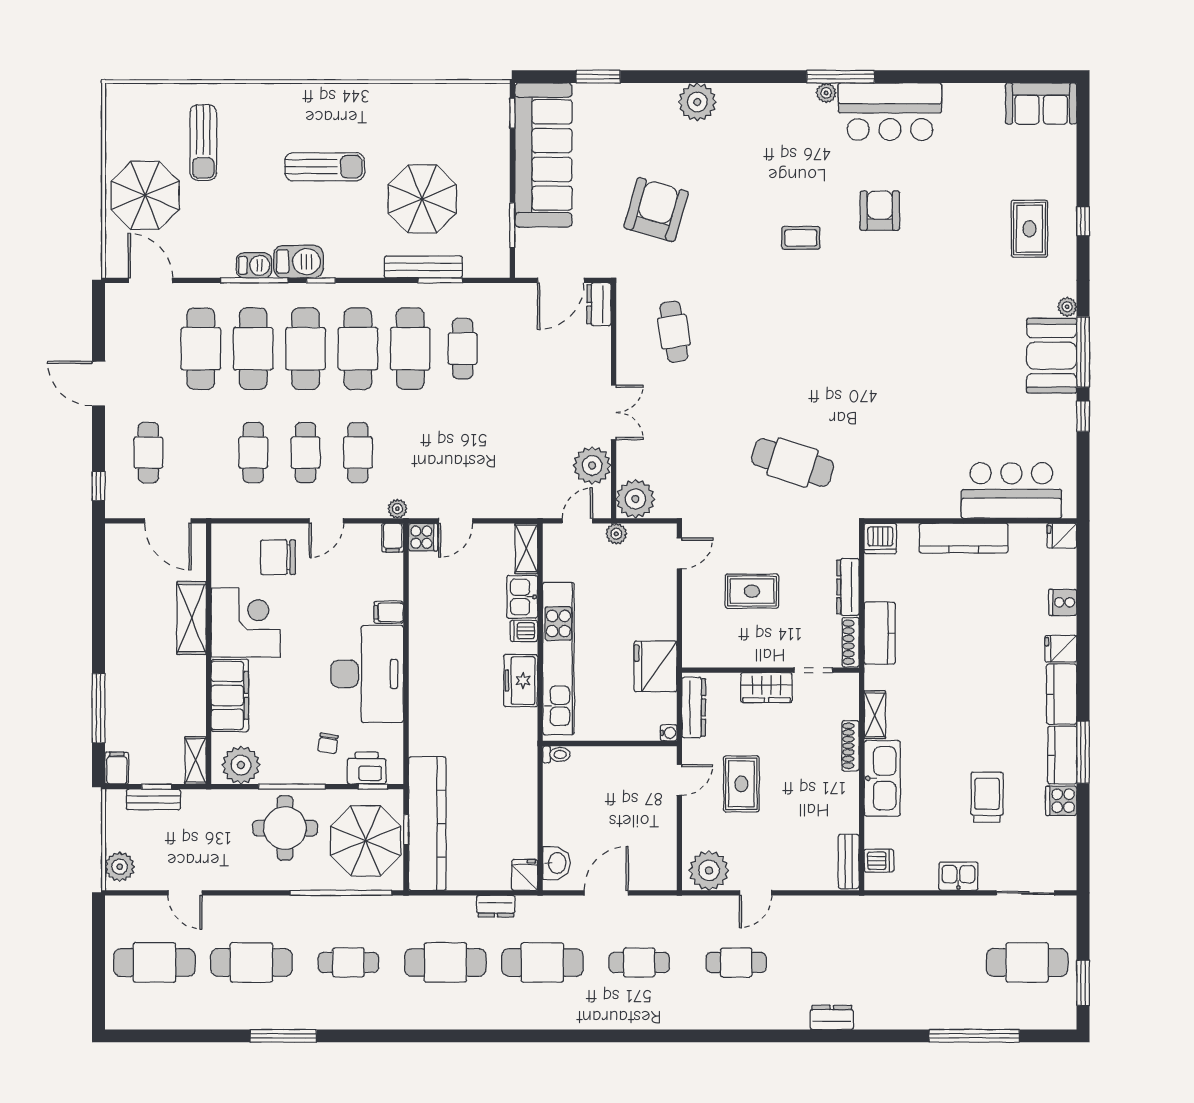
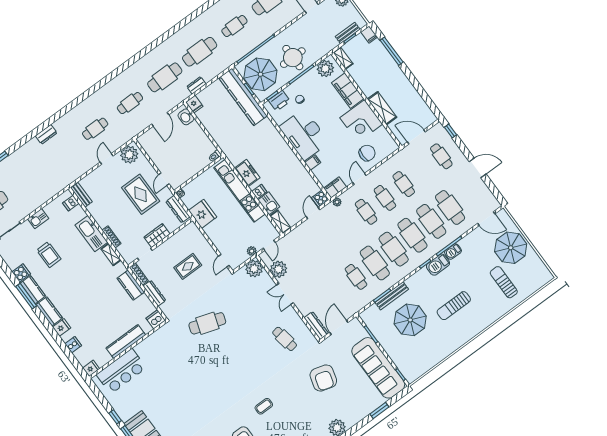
dresser: (599, 304) -> (316, 326), width x1.44
filing cabinet: (393, 538) -> (335, 187), width x2.00
rug: (741, 784) -> (141, 194), width x1.36, depth x1.43

